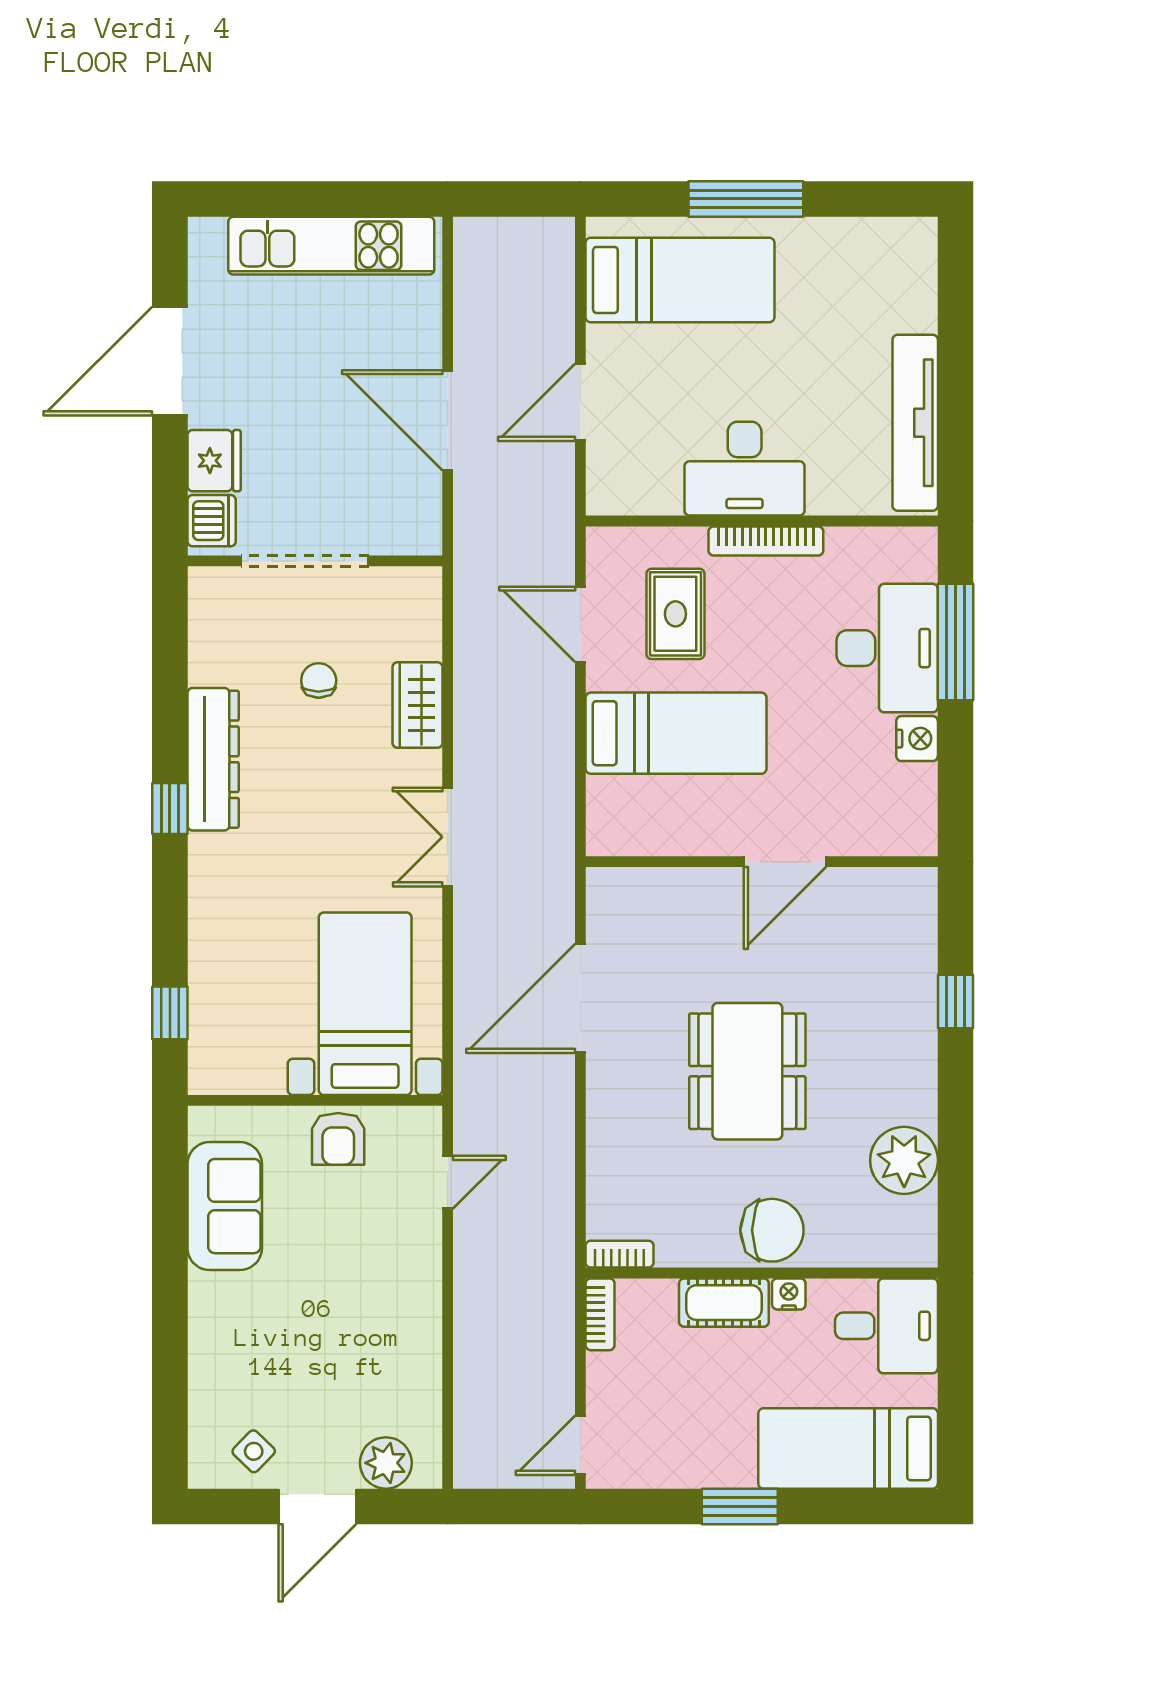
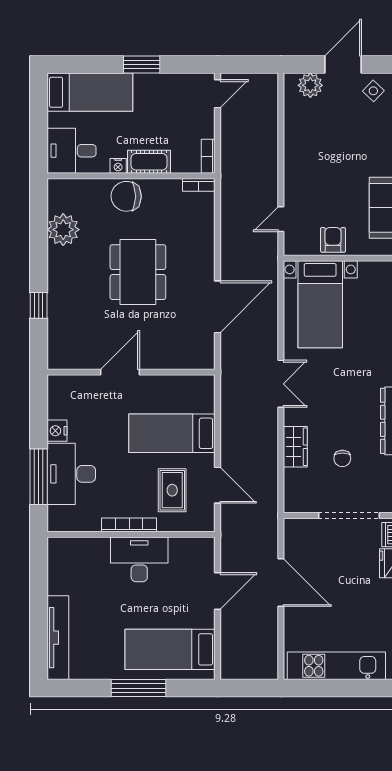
tv unit: (915, 423) -> (58, 638), moved

